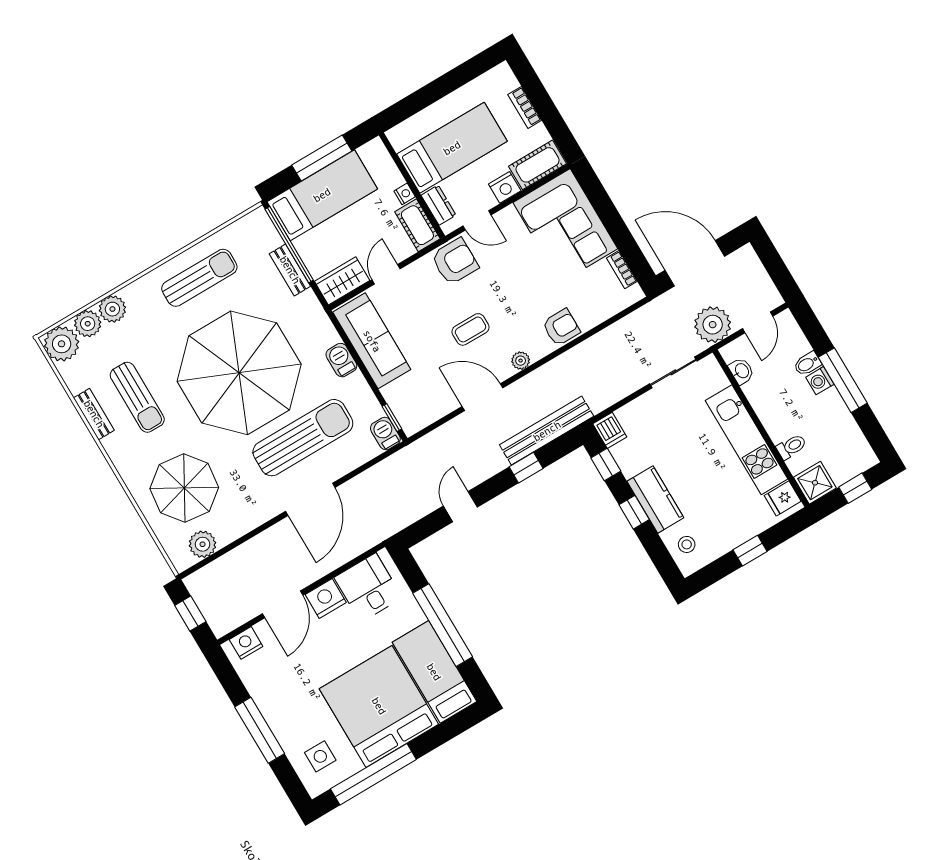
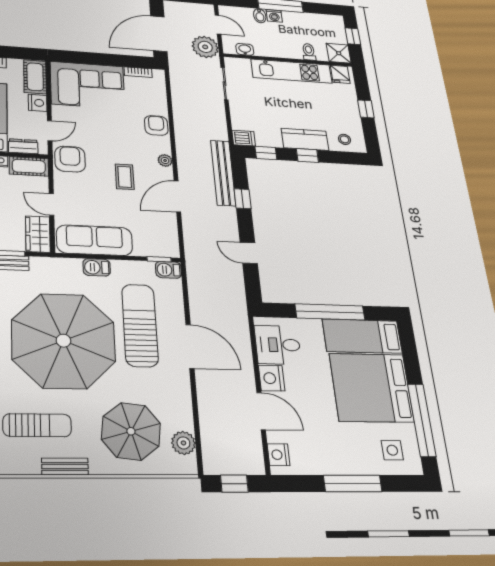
bench: (94, 414) -> (65, 467), moved

